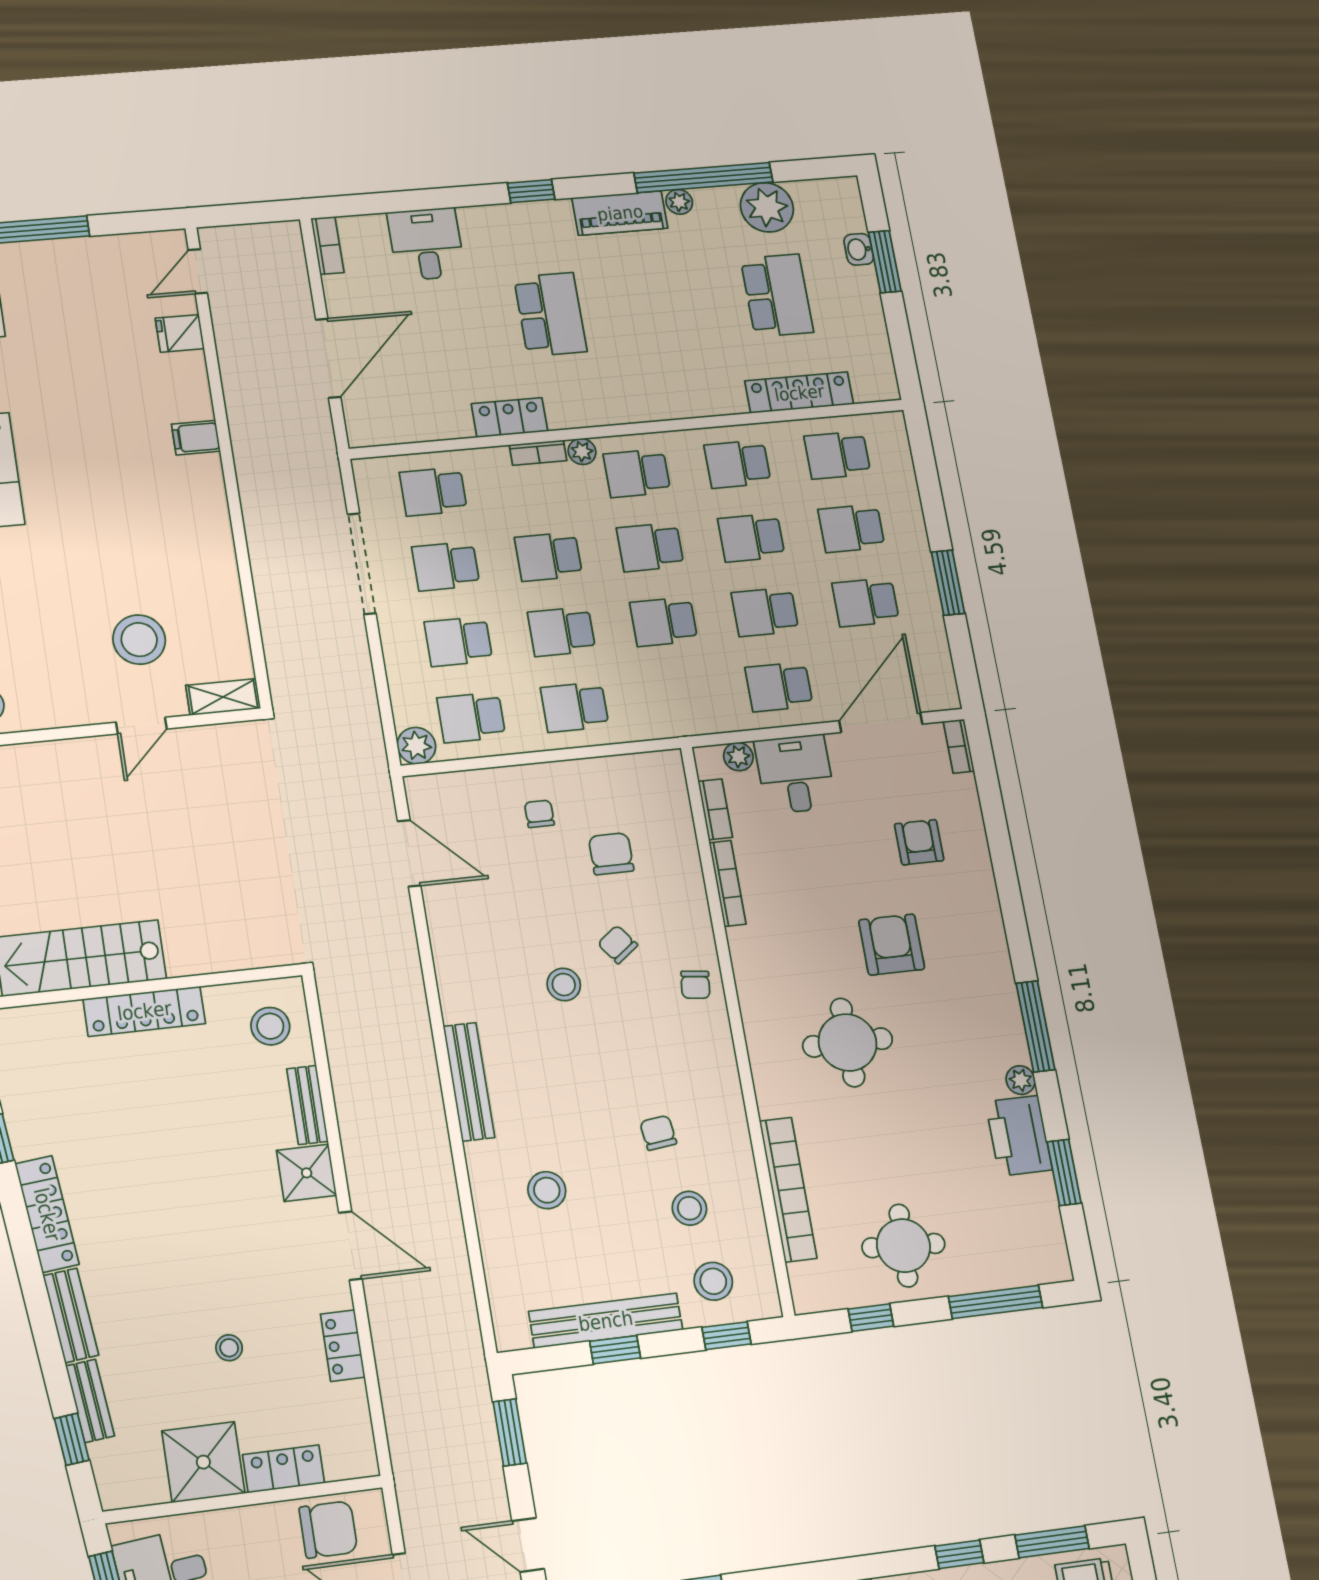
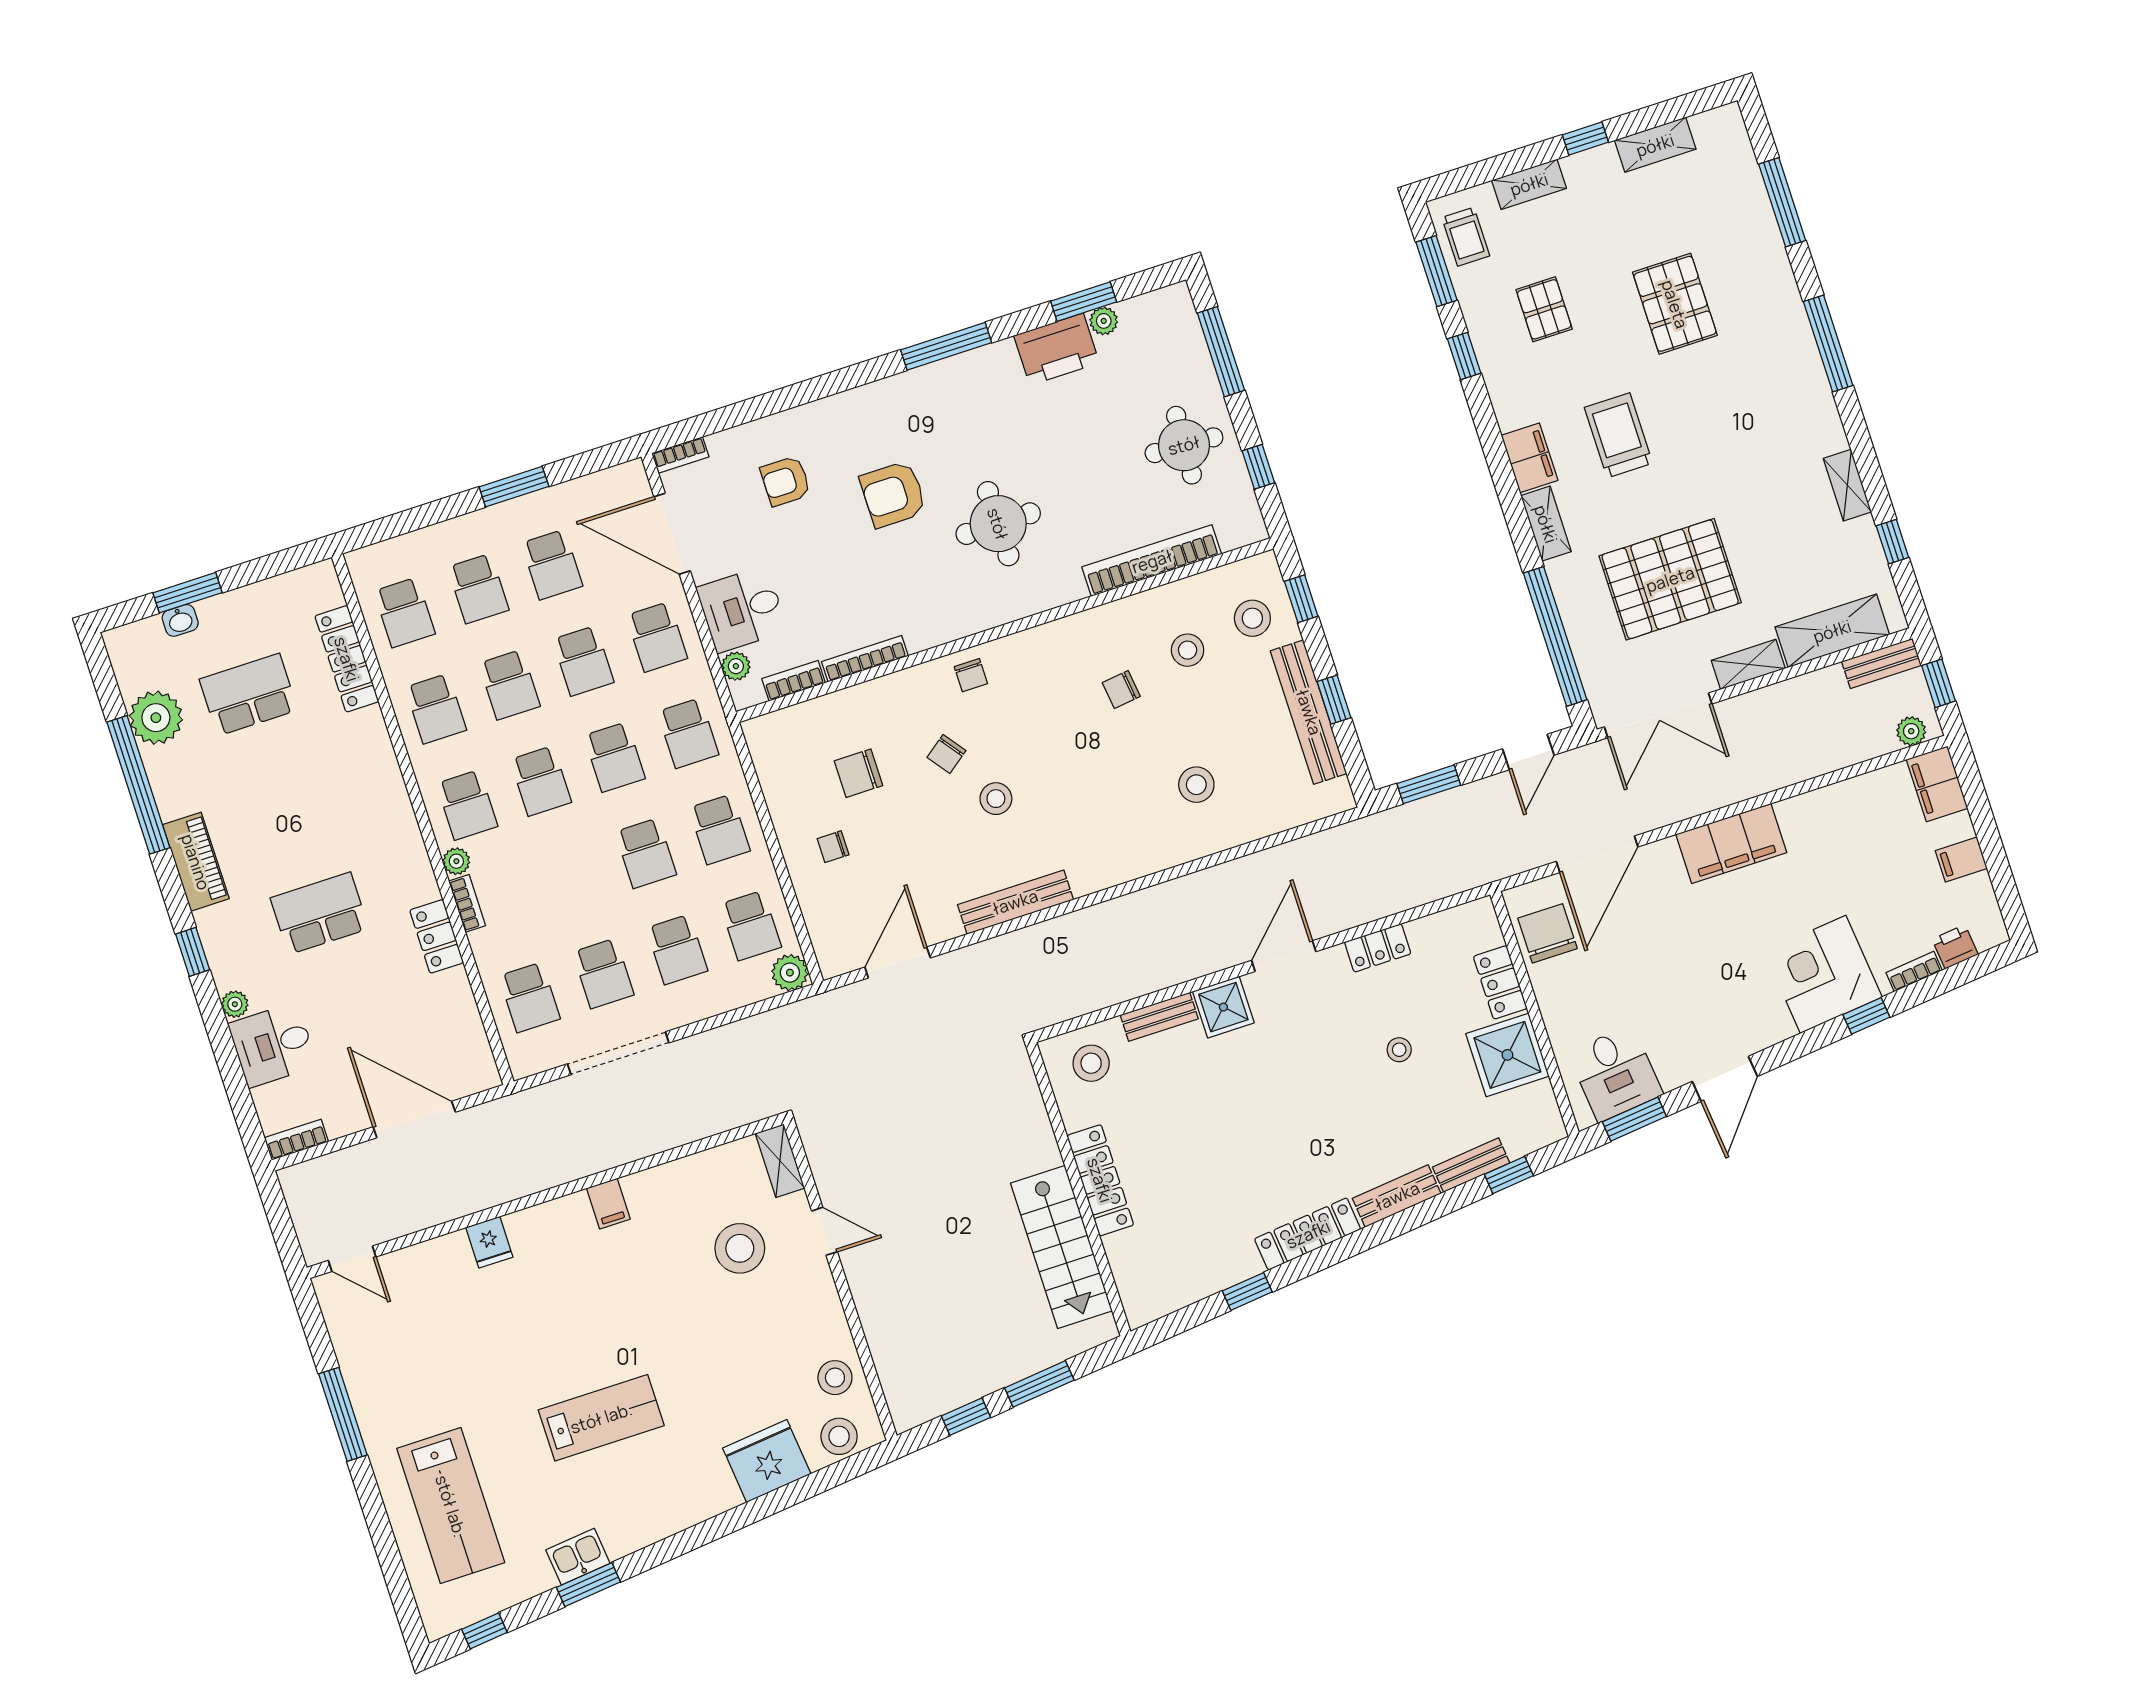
plant: (679, 202) -> (235, 1004), moved
fridge: (180, 333) -> (489, 1242), moved
filing cabinet: (196, 438) -> (608, 1204), moved
school desk: (548, 557) -> (688, 733), moved
chair: (695, 985) -> (971, 675), turned 83
plant: (1021, 1080) -> (1104, 321), moved
bench: (469, 1082) -> (1015, 902), moved

